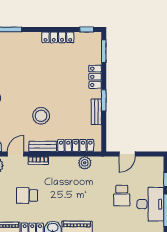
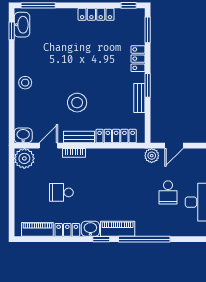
plant: (85, 163) -> (152, 156), moved

